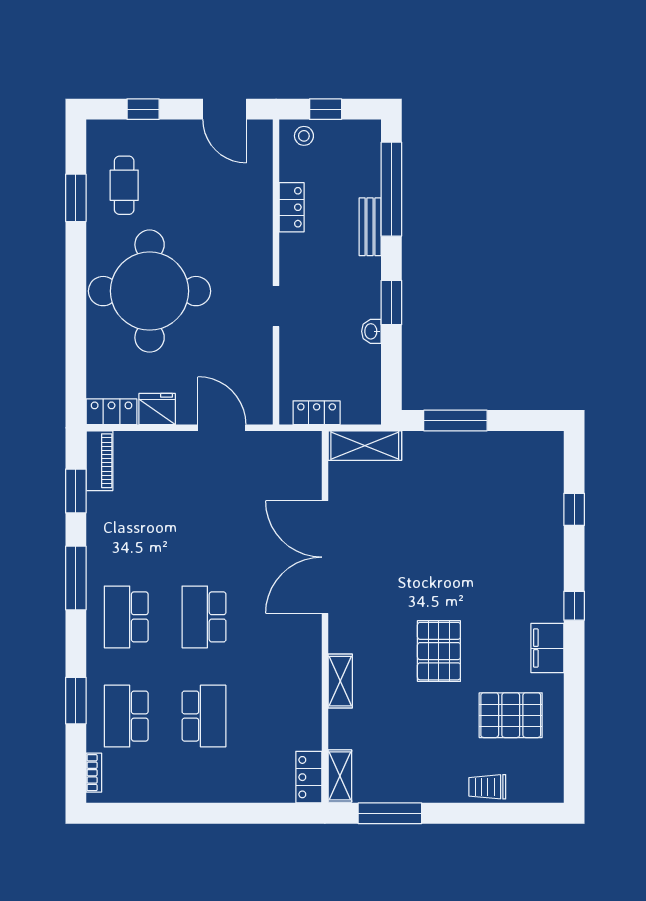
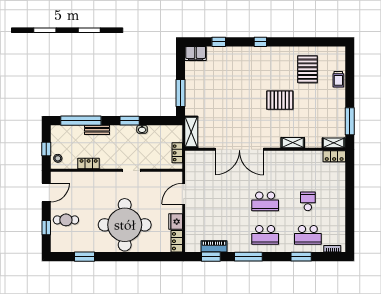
cafe table: (124, 185) -> (66, 220), moved
piano: (99, 461) -> (214, 246), moved
filing cabinet: (547, 648) -> (196, 53), moved
school desk: (204, 716) -> (308, 201), width x0.54

